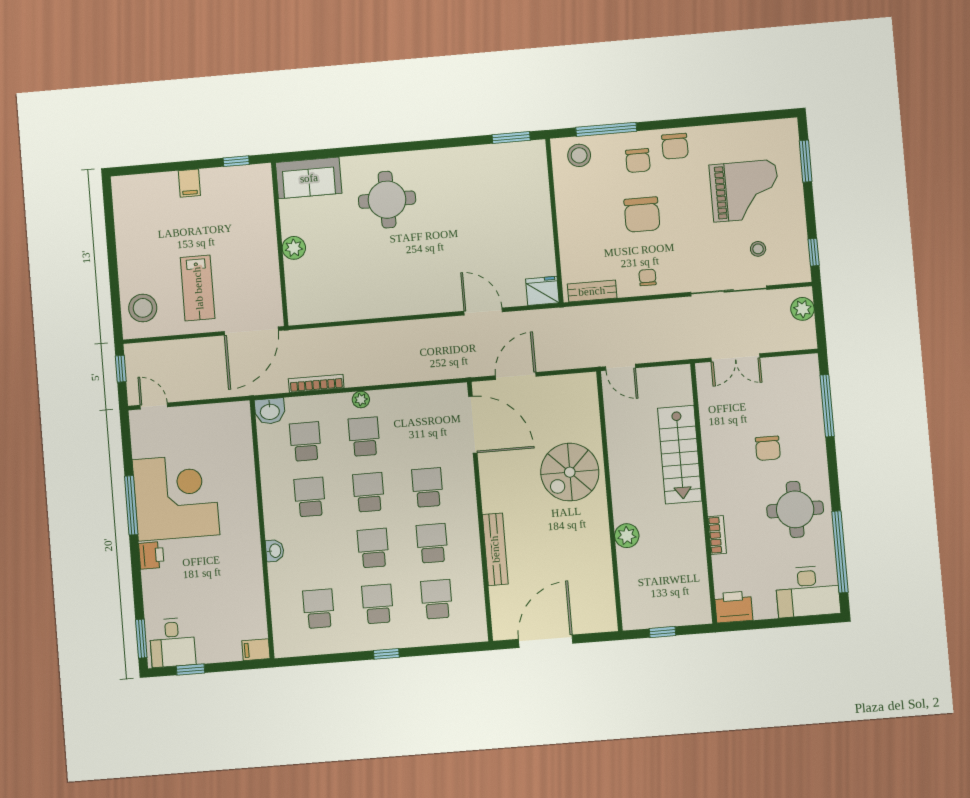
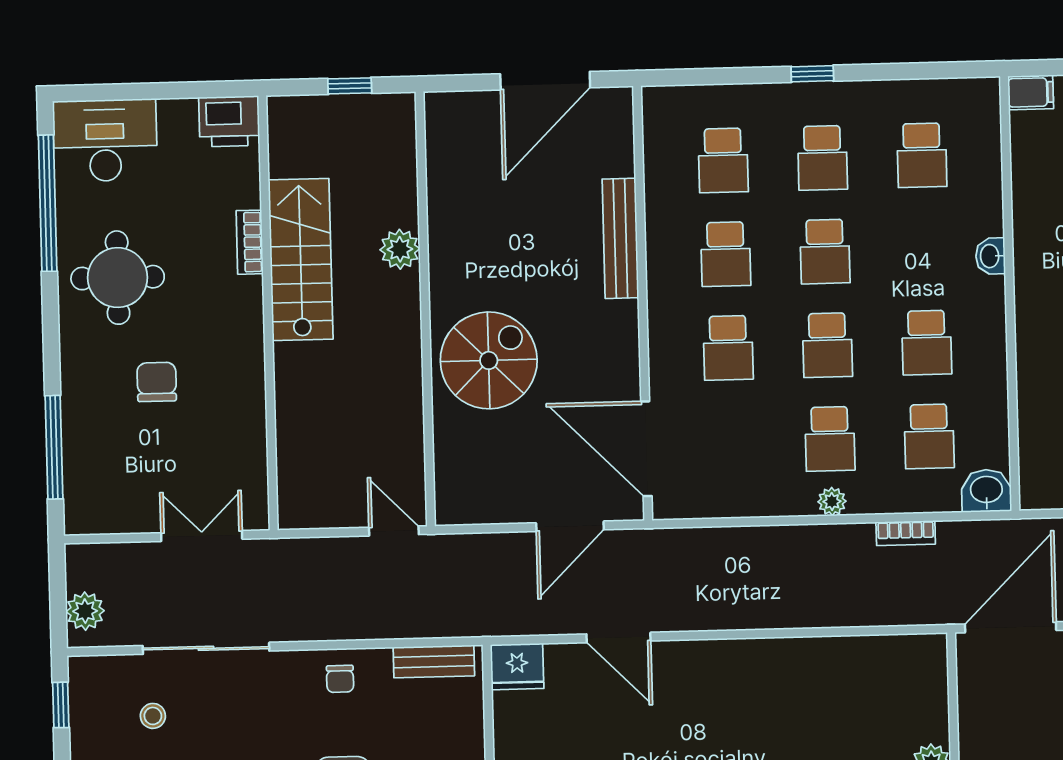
bookcase: (316, 383) -> (906, 533), width x0.64
stairs: (680, 455) -> (301, 260), moved

